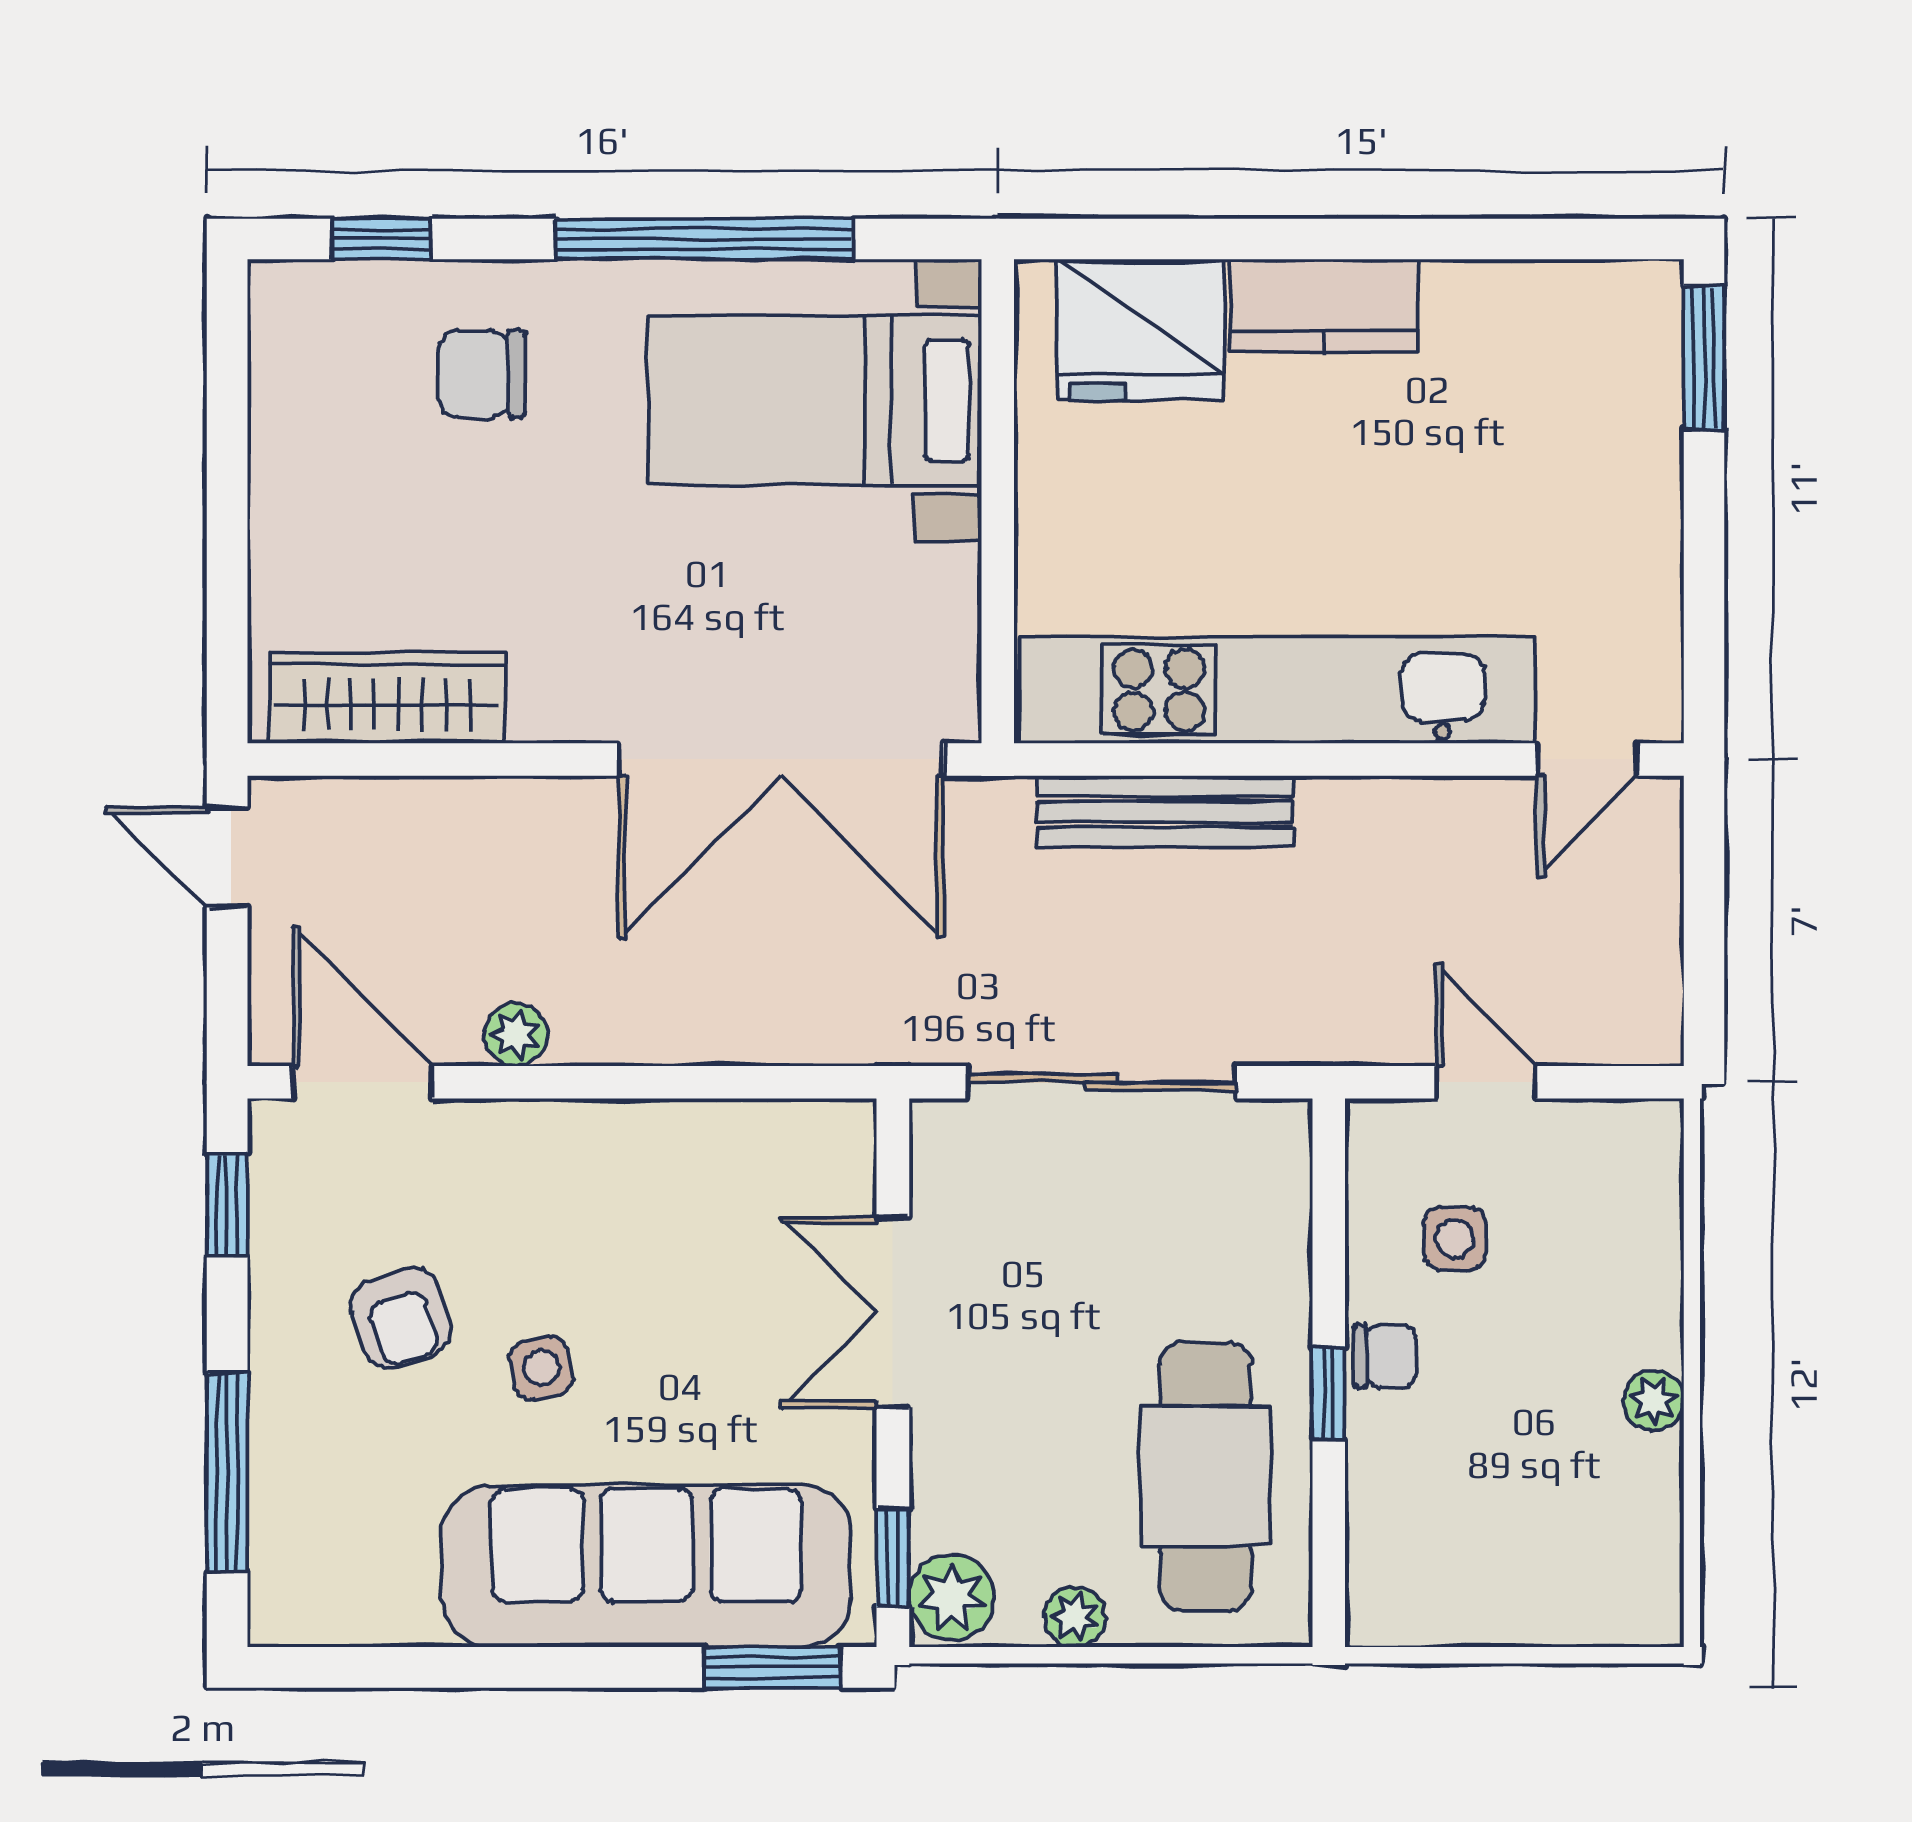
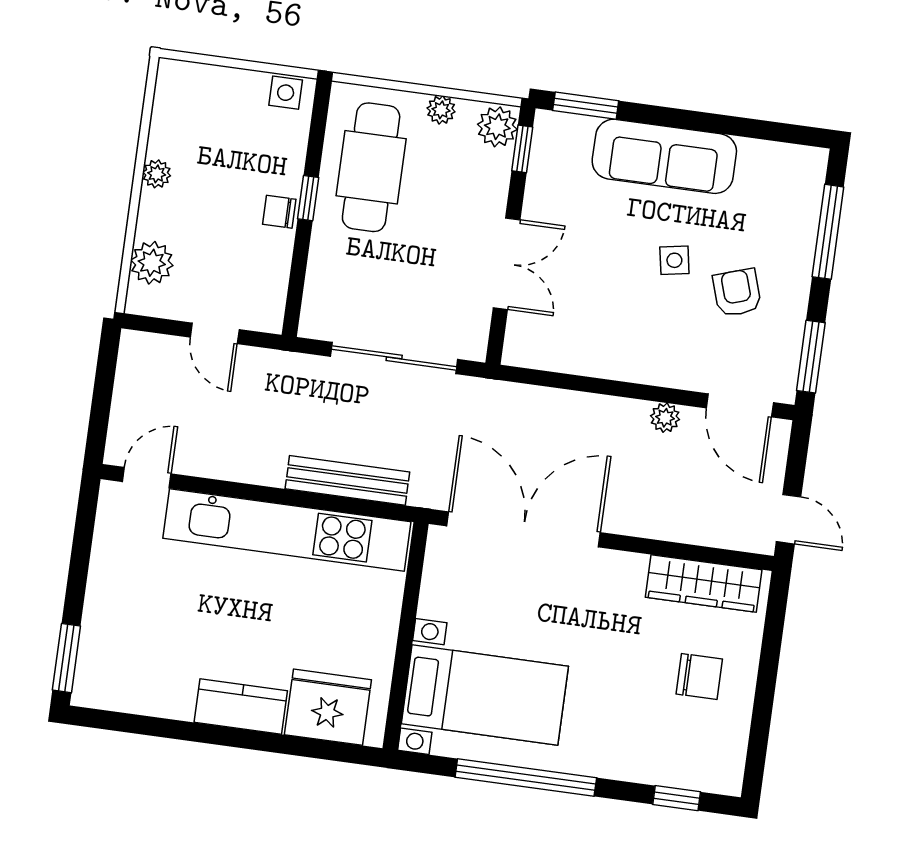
chair: (482, 374) -> (699, 677), moved
window: (227, 1205) -> (811, 357), width x1.50
plant: (1638, 1213) -> (152, 263), added
side table: (1455, 1239) -> (286, 93), moved
sofa: (646, 1566) -> (664, 156), width x0.74, depth x0.79

